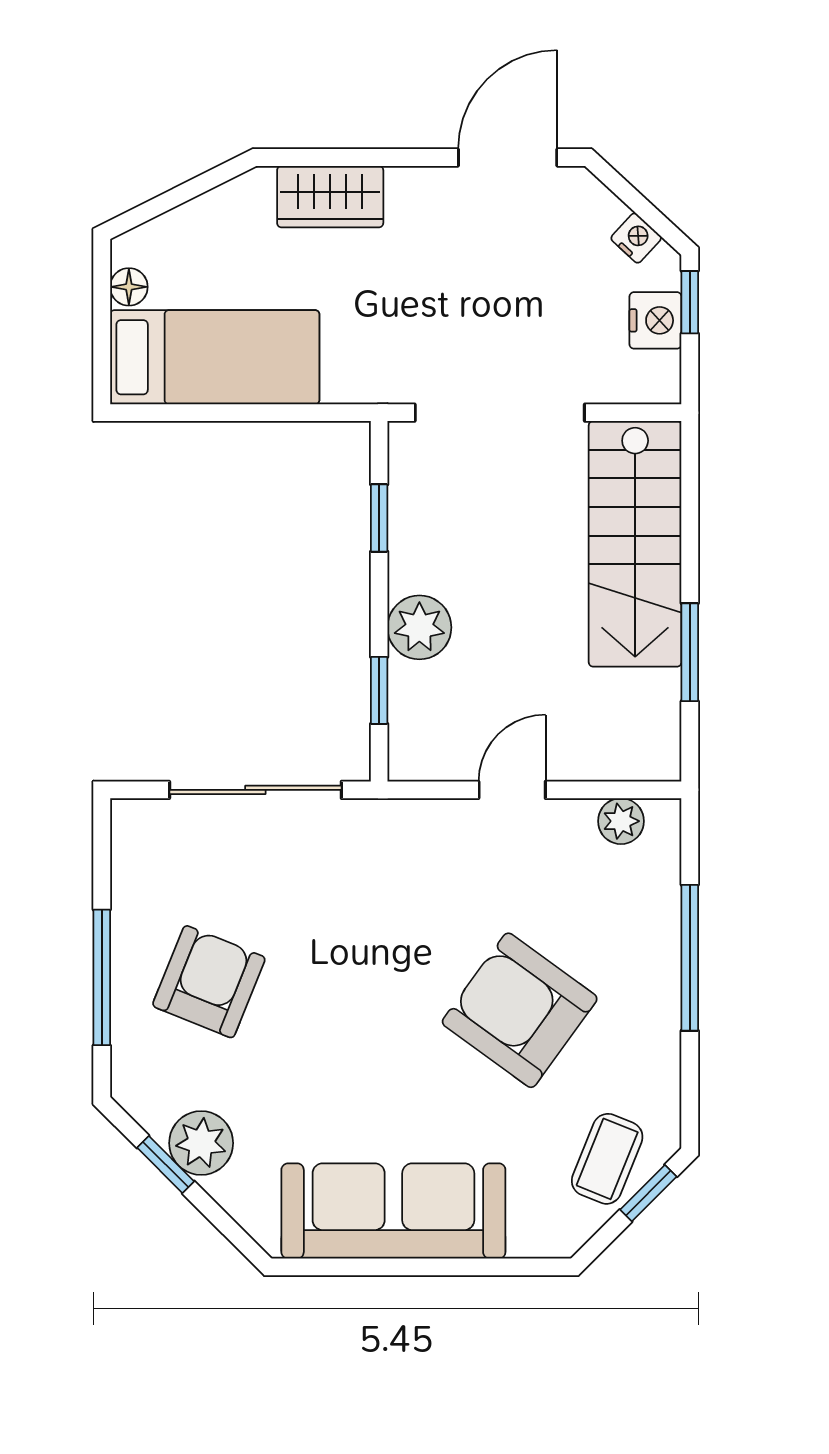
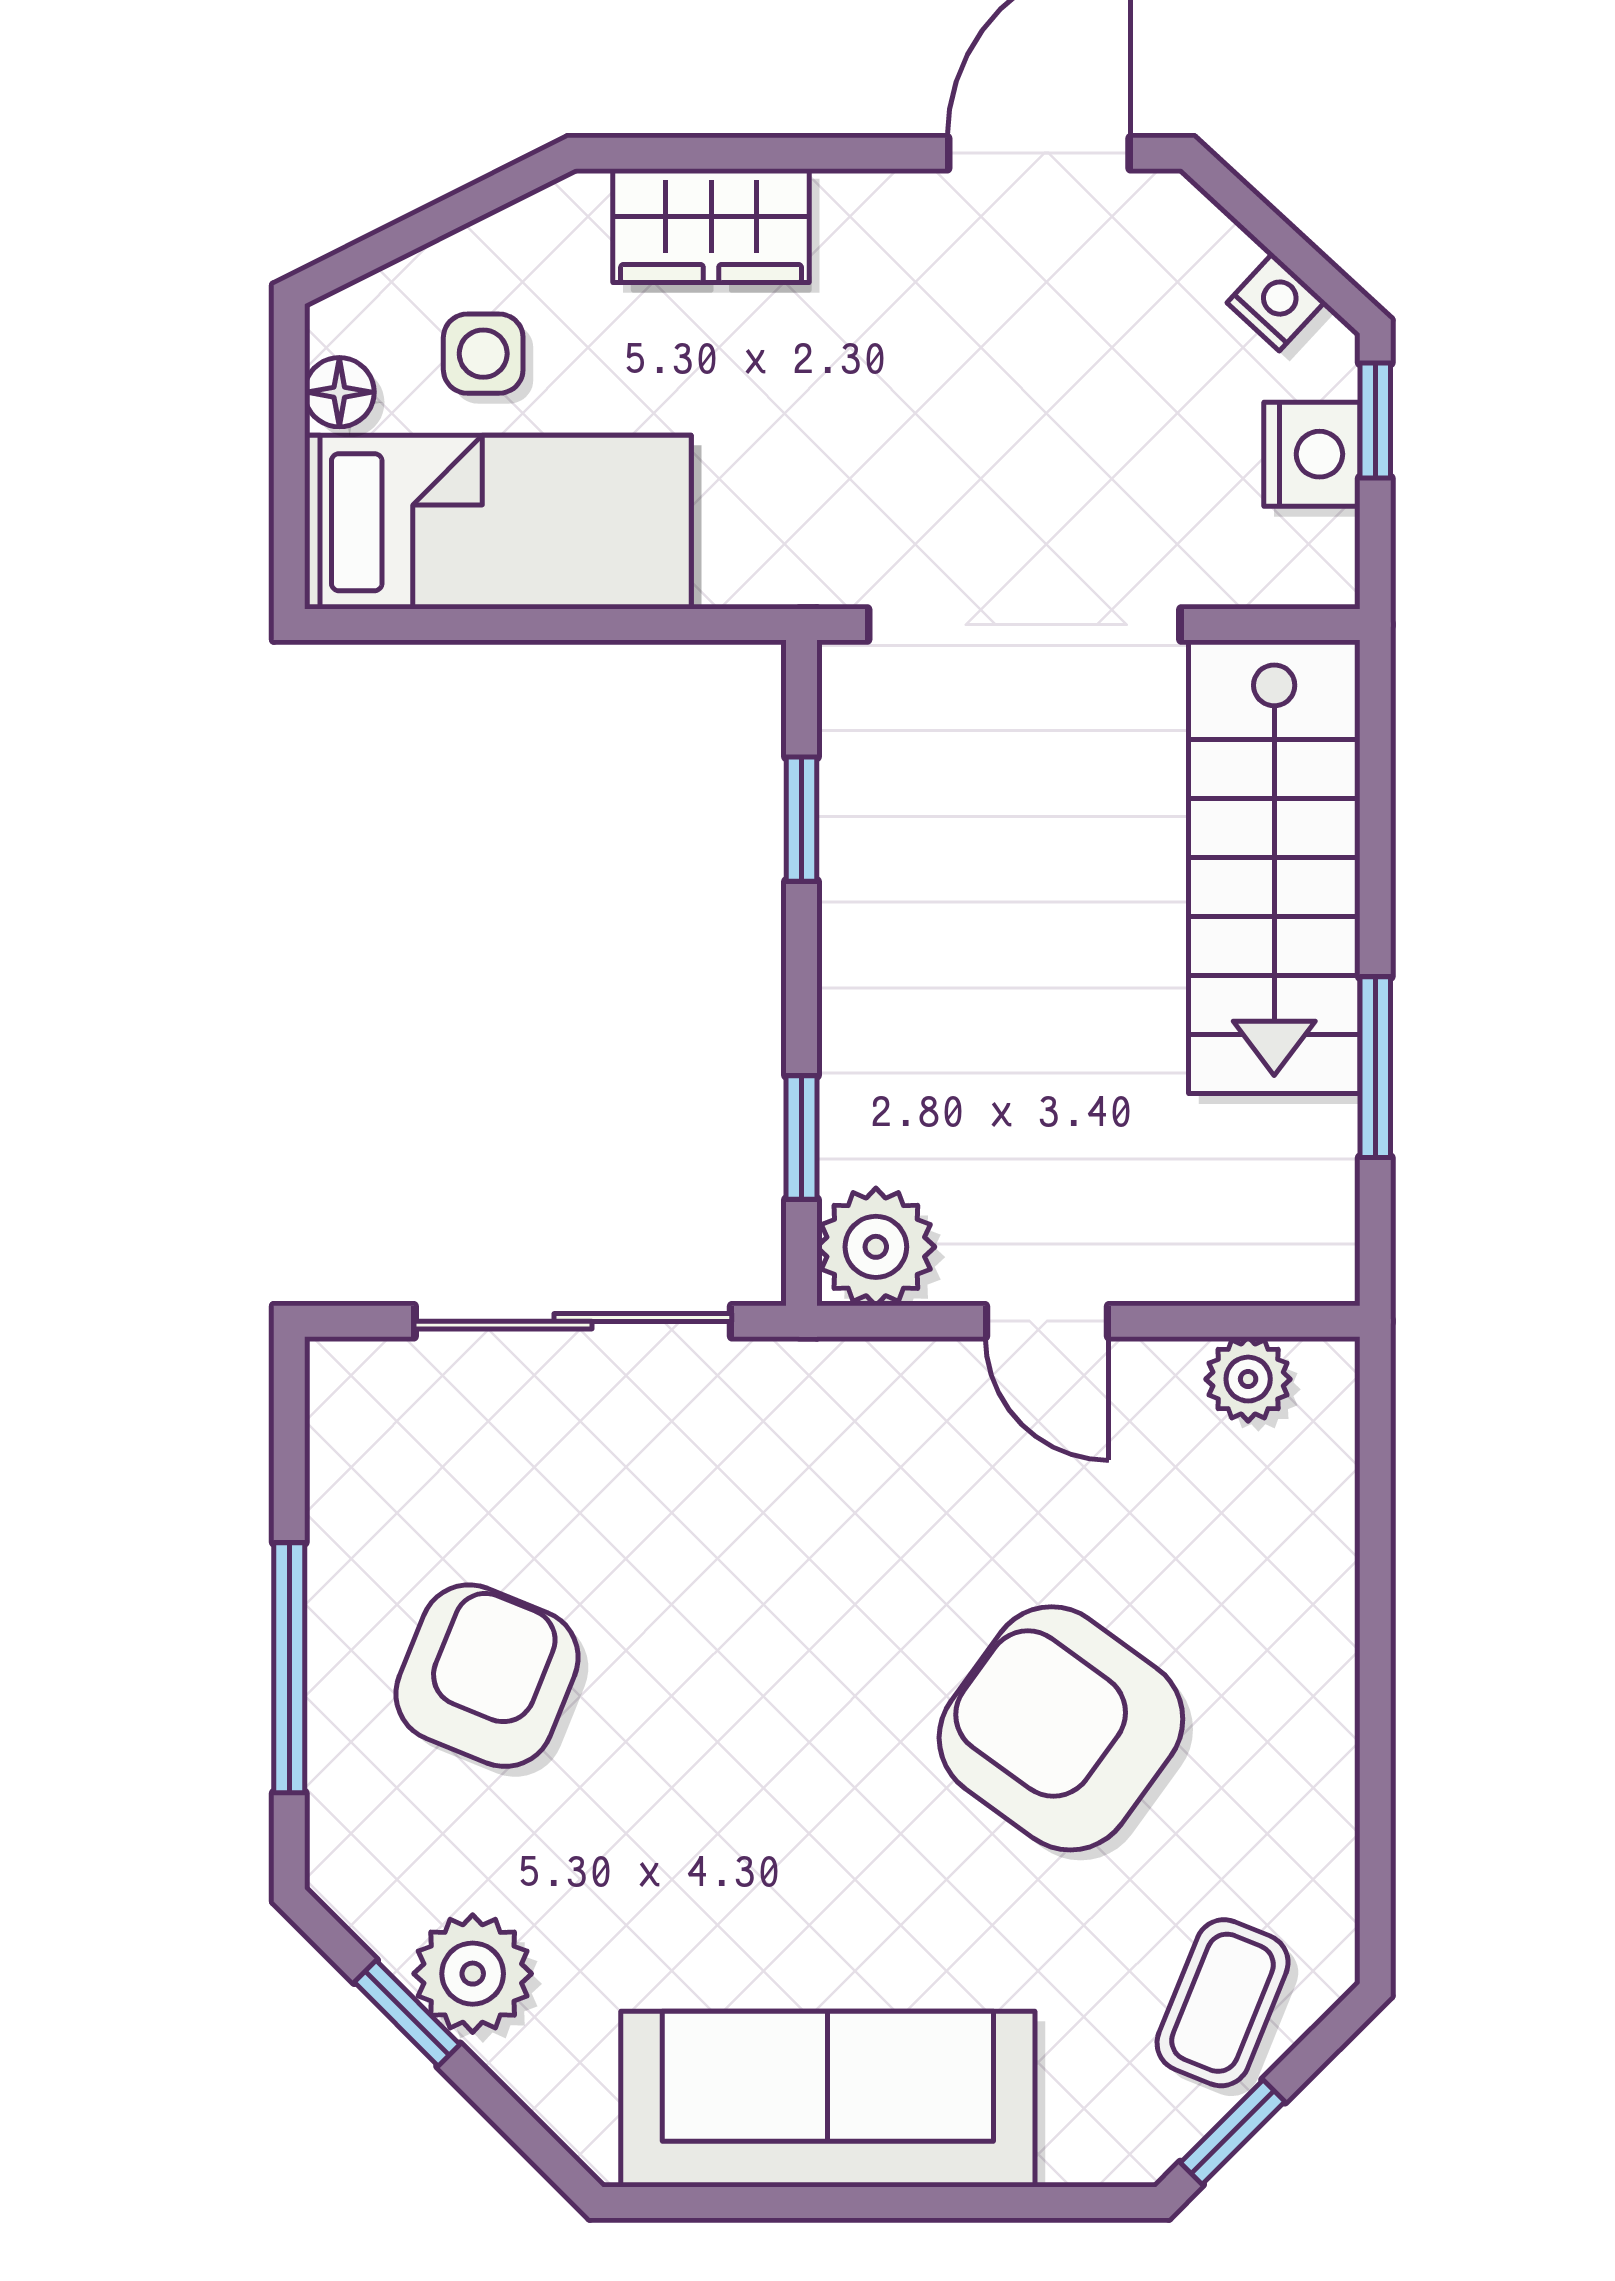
side table: (207, 266) -> (483, 354), added
plant: (419, 627) -> (876, 1247), moved
door: (512, 790) -> (1047, 1321), swing flipped
window: (690, 958) -> (1375, 1631), removed
window: (648, 1193) -> (1233, 2132), moved

